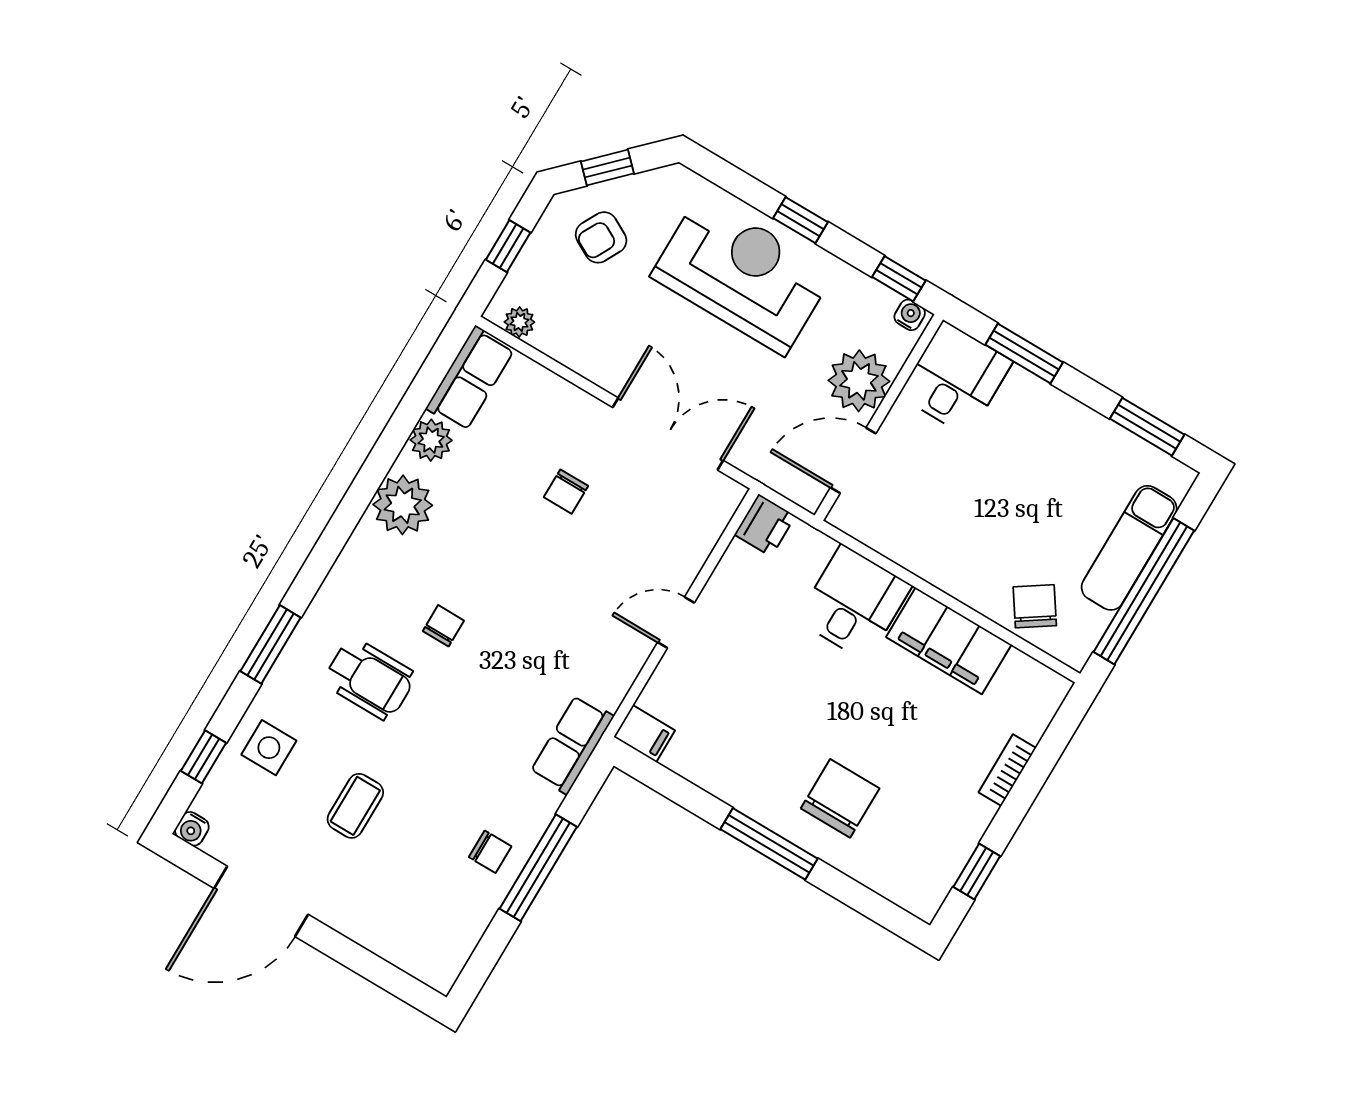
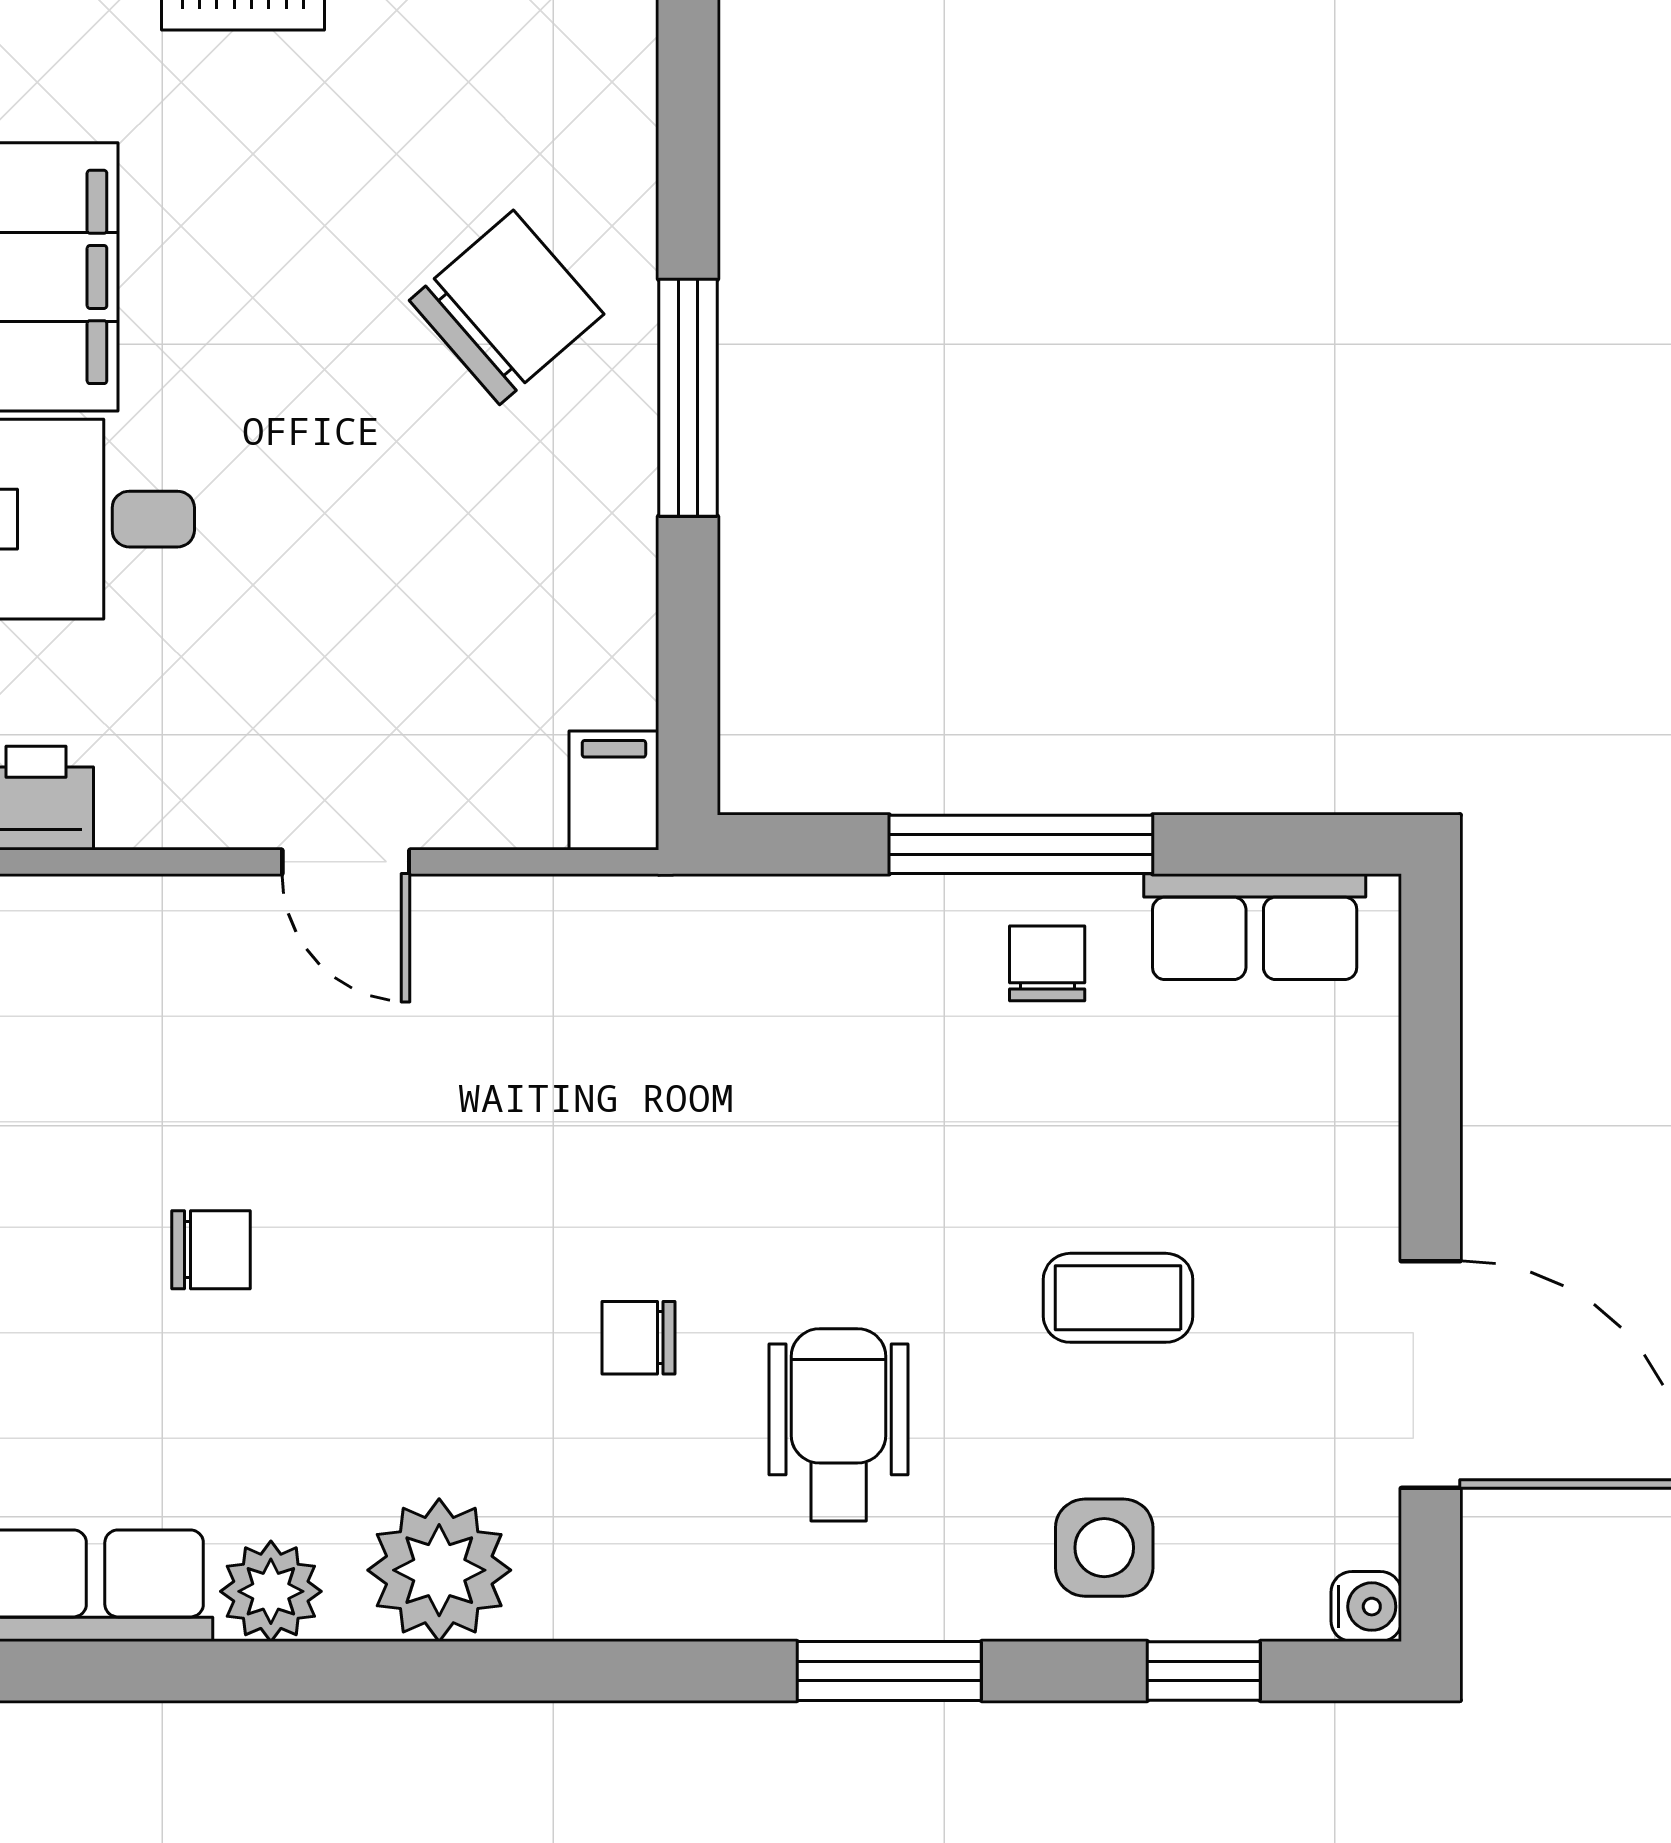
row of seats: (572, 744) -> (1255, 927), moved
chair: (840, 798) -> (507, 307), turned 139

